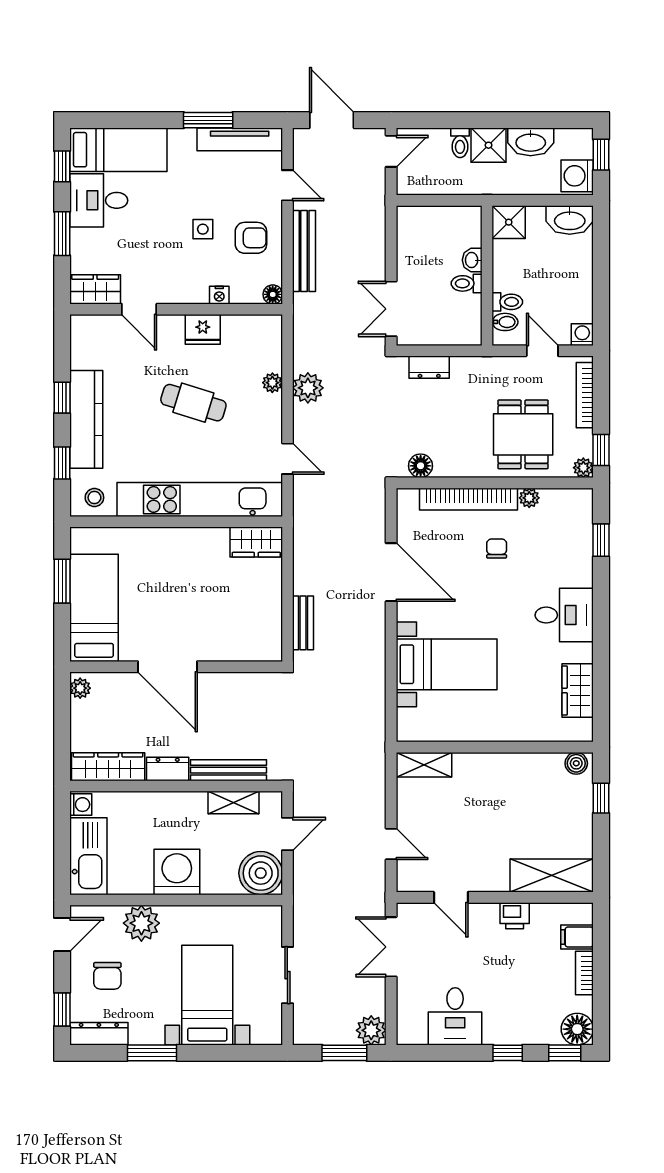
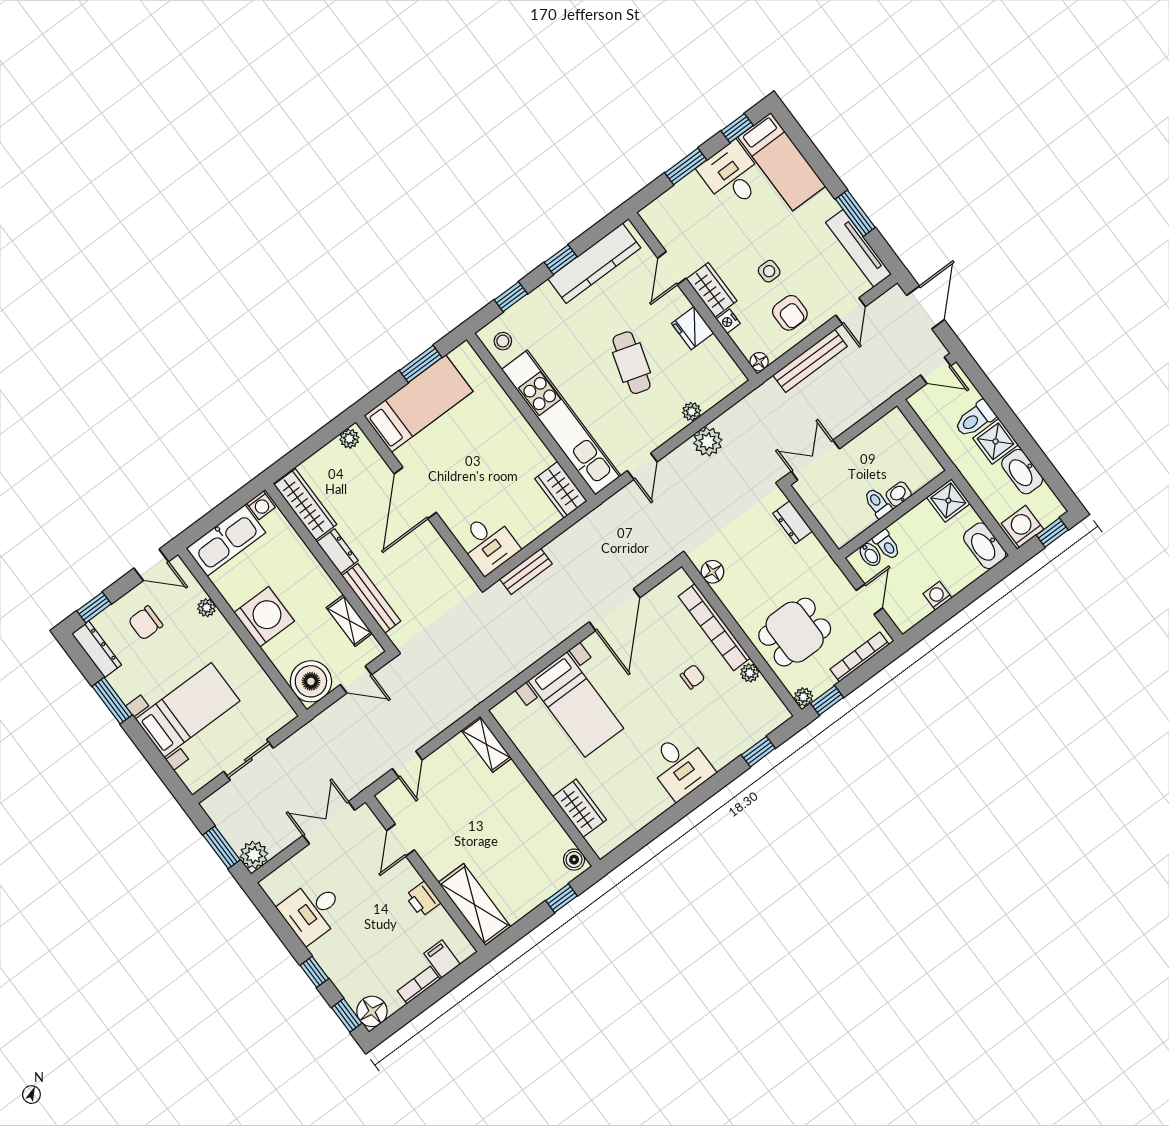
toilet: (460, 143) -> (975, 419), width x1.37, depth x1.39
wardrobe: (95, 289) -> (712, 290), moved
washing machine: (582, 335) -> (937, 596), moved, turned -90
kitchen counter: (86, 419) -> (594, 263), moved
desk: (256, 637) -> (488, 543), added
wardrobe: (578, 691) -> (580, 808), moved, turned 90
plant: (141, 923) -> (207, 608), width x0.53, depth x0.53

